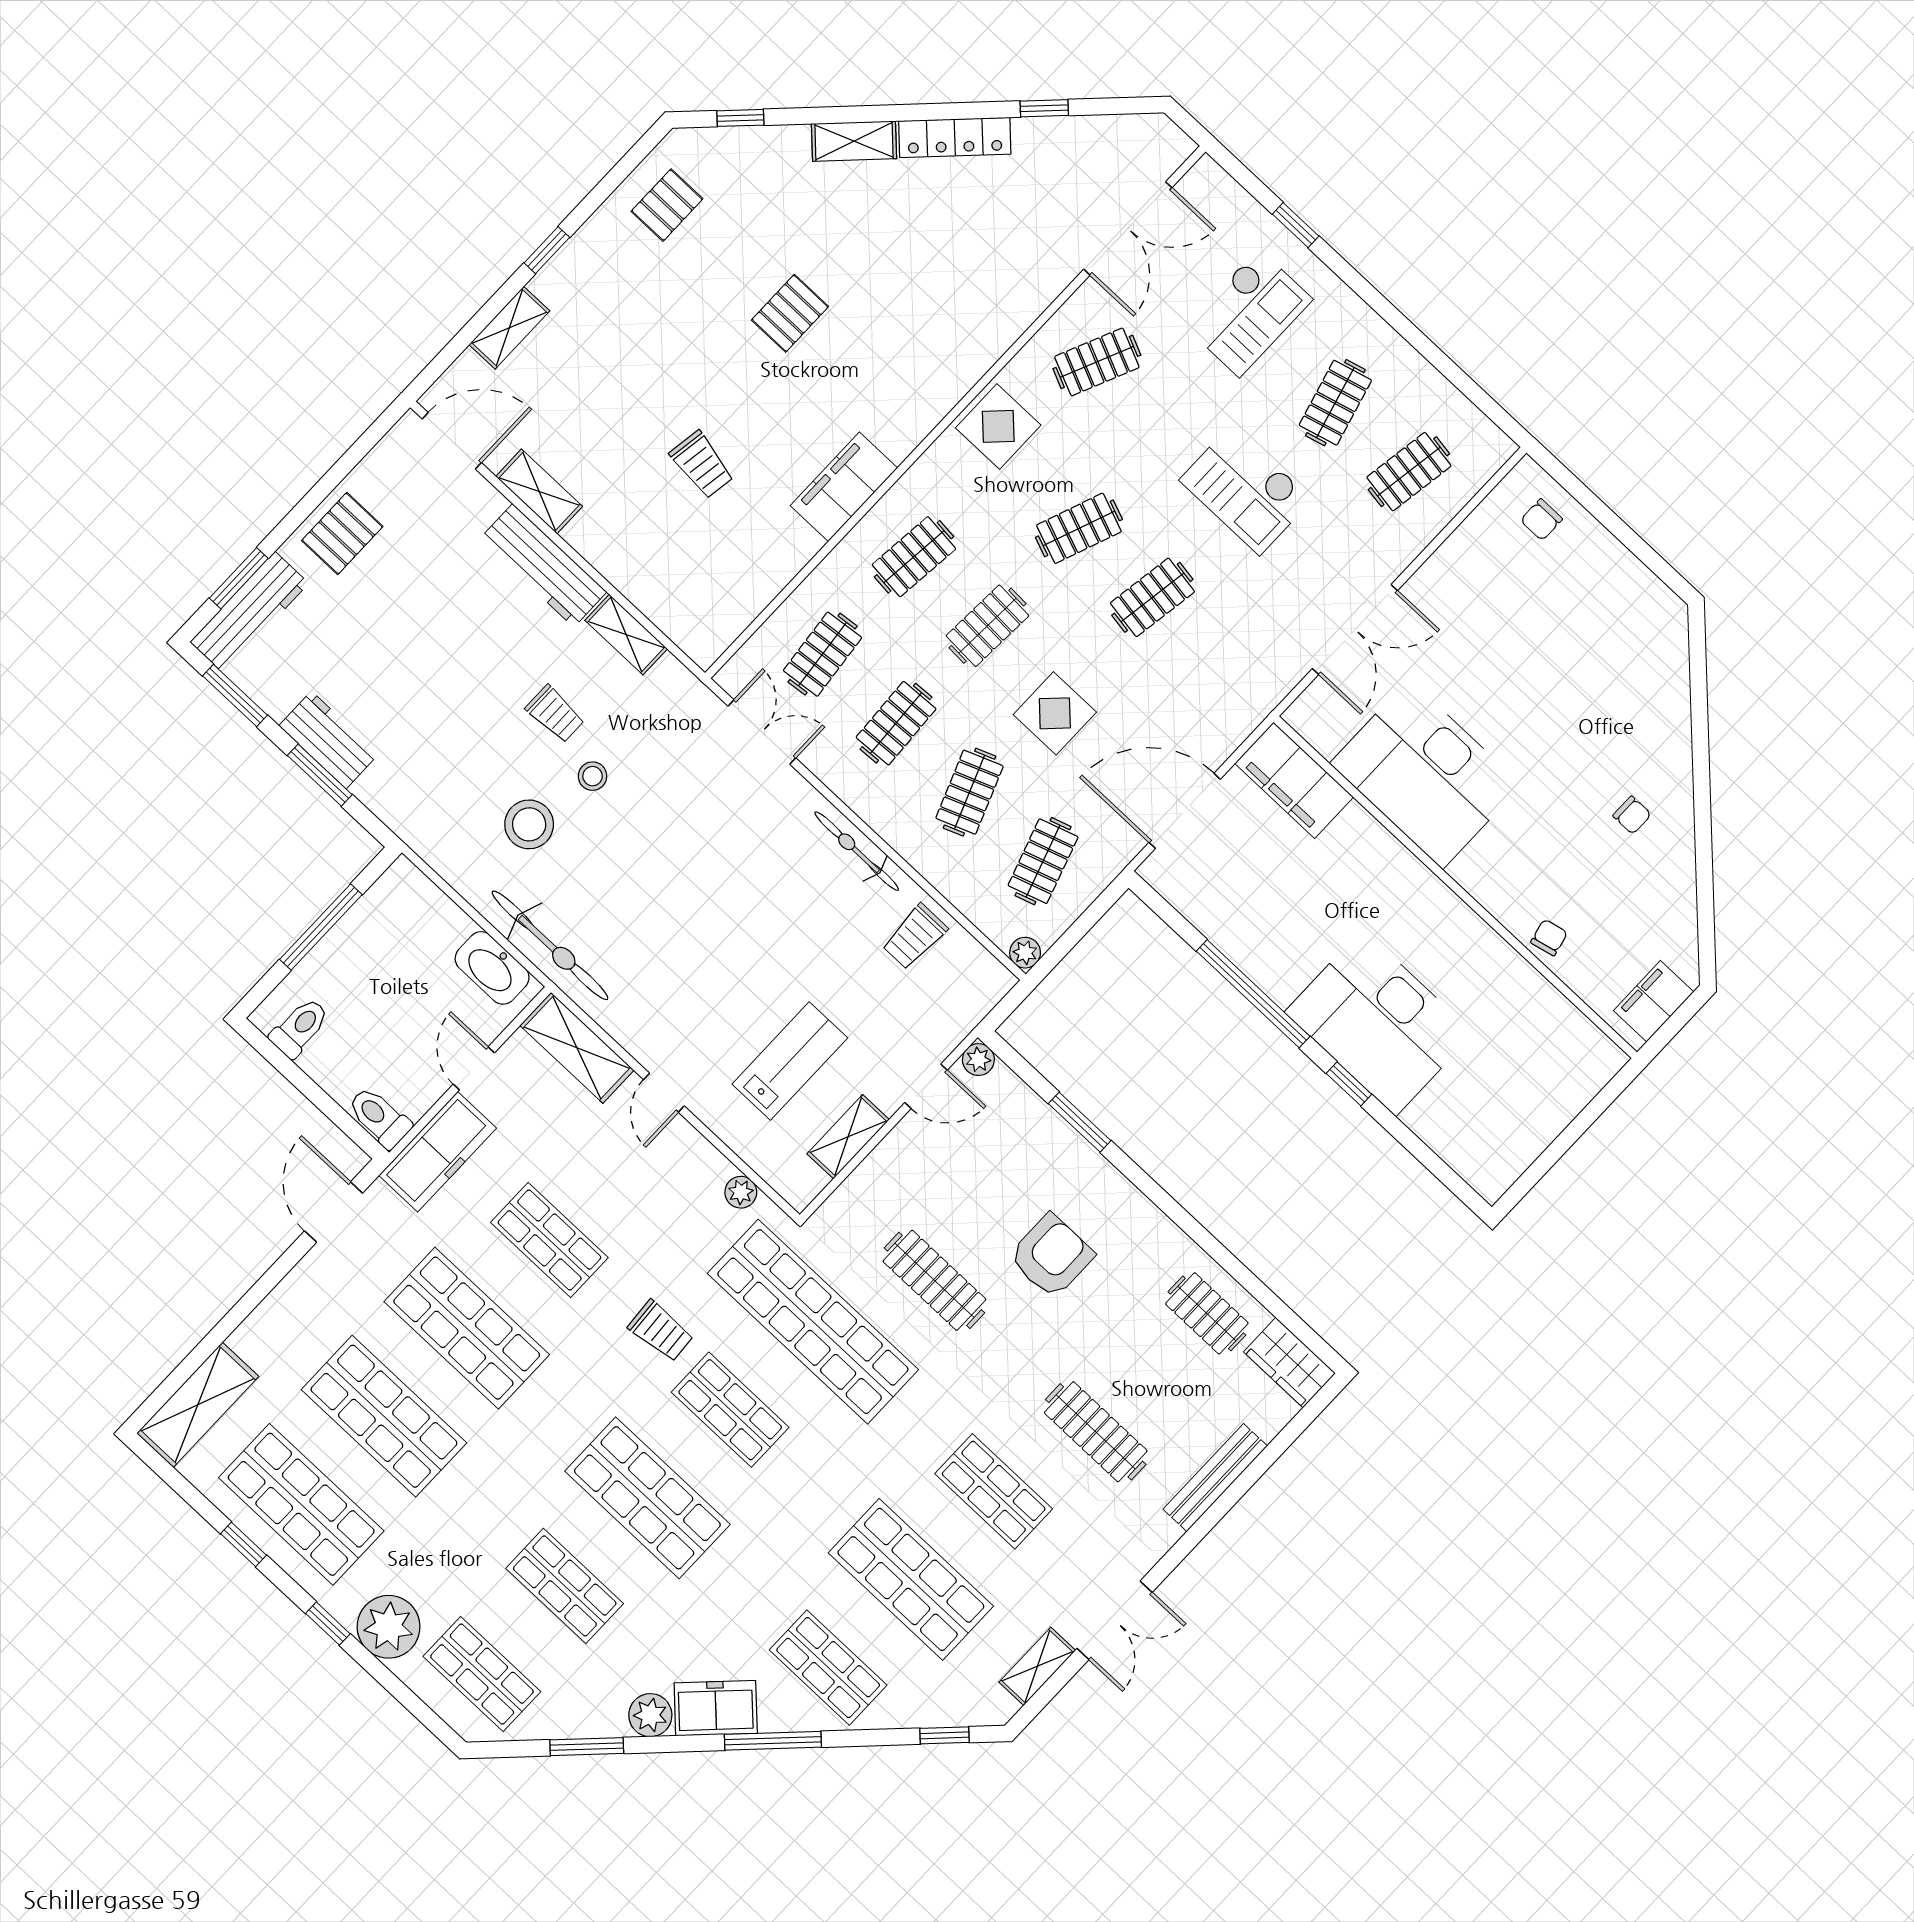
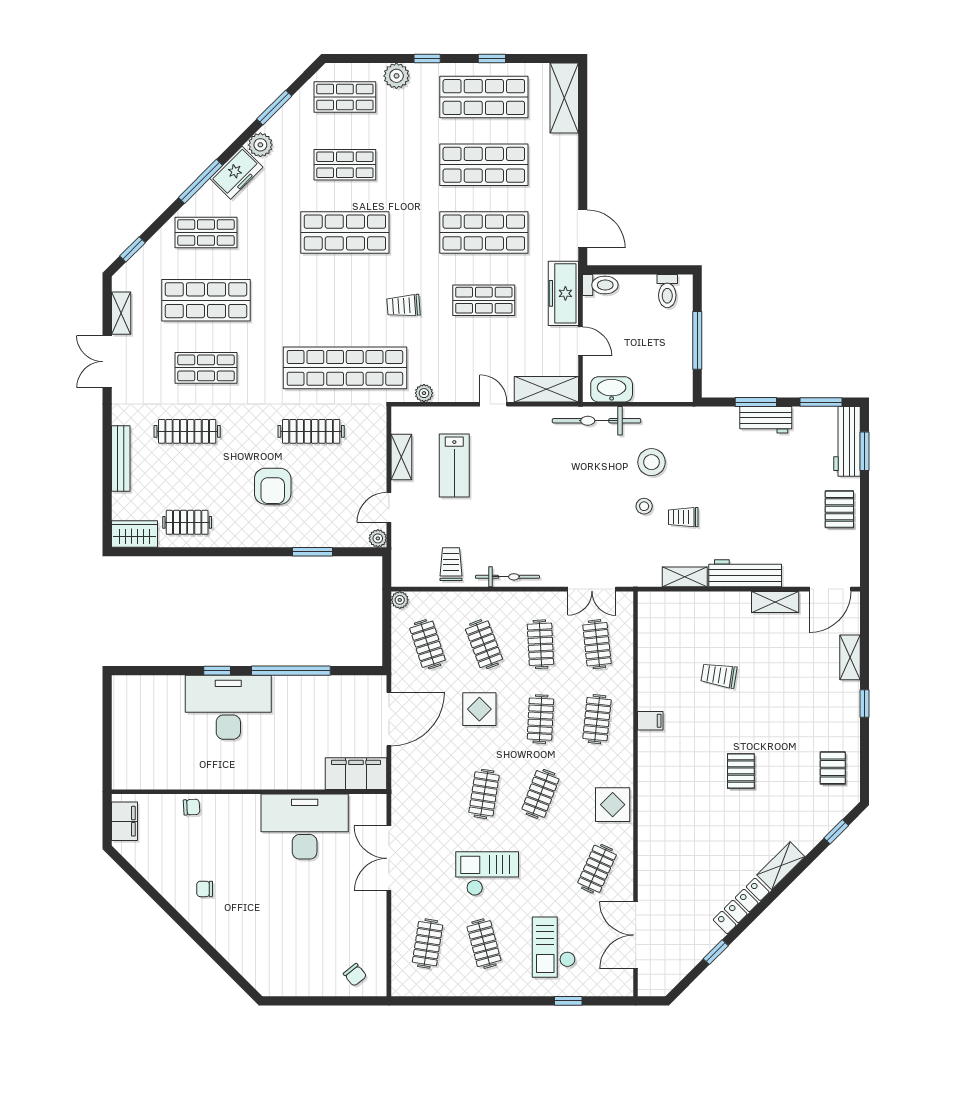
filing cabinet: (844, 487) -> (650, 721), width x0.33, depth x0.86
chair: (1541, 520) -> (355, 975), turned 141
chair: (1549, 938) -> (192, 807), turned -80
shop shelf: (730, 1410) -> (345, 300), removed
plant: (389, 1627) -> (396, 76), width x0.73, depth x0.73

